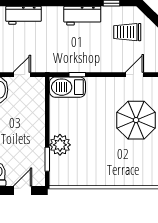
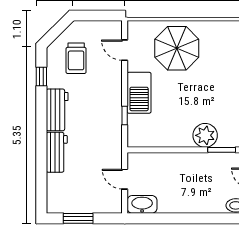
workbench: (24, 15) -> (57, 152), moved
barbecue: (67, 87) -> (139, 93), moved

